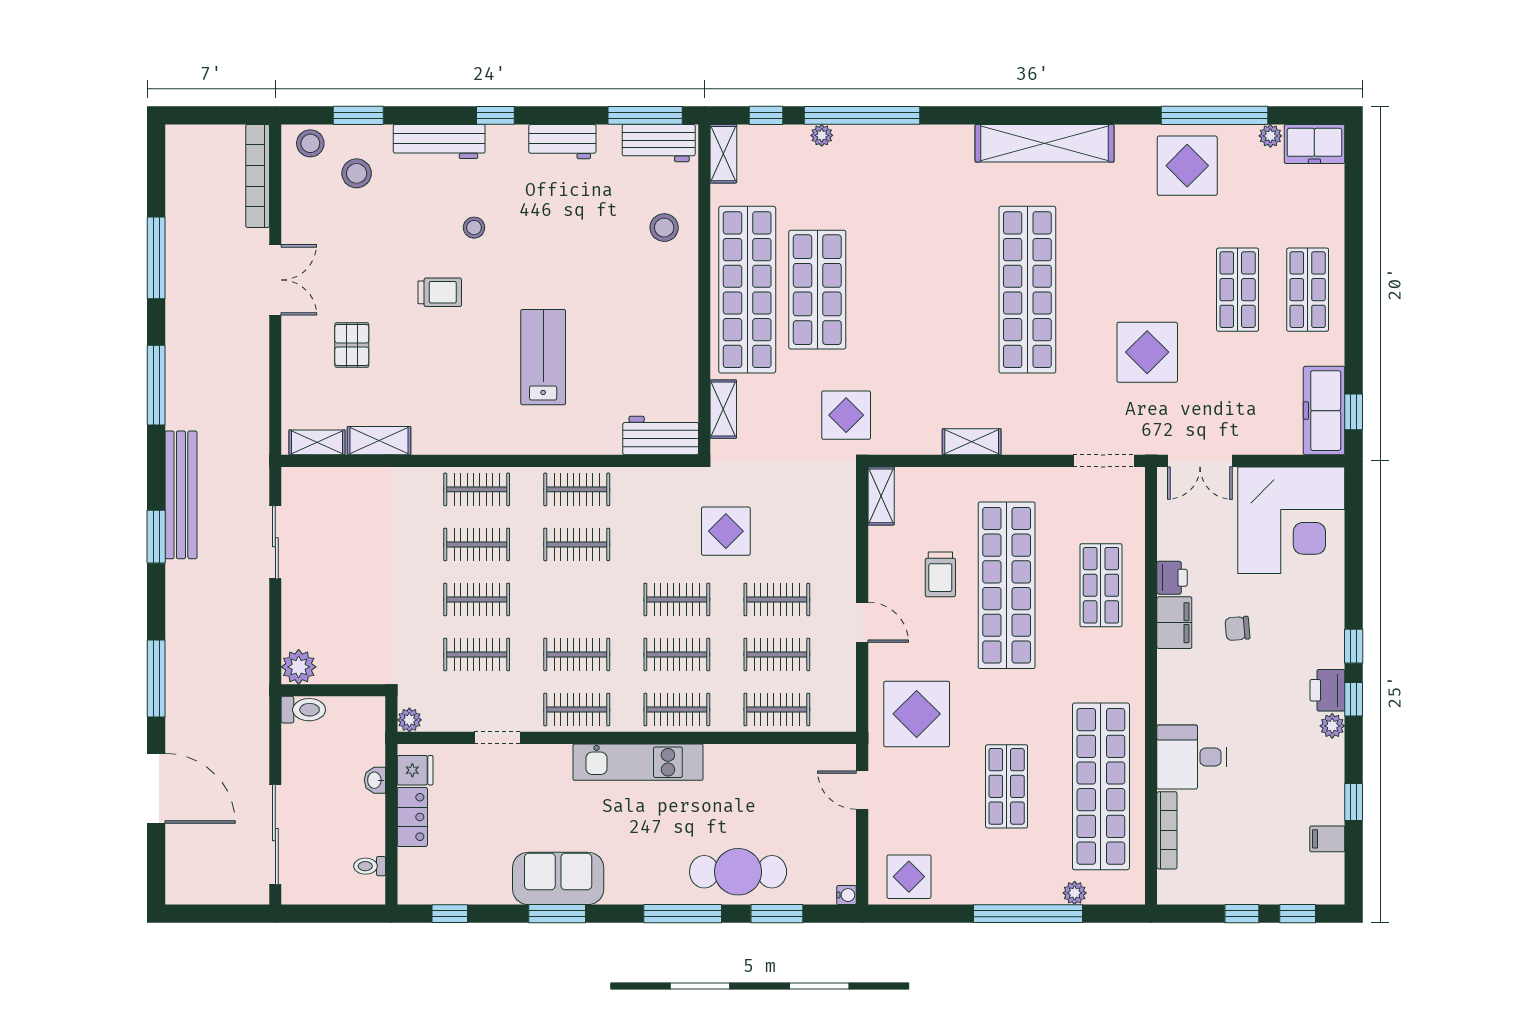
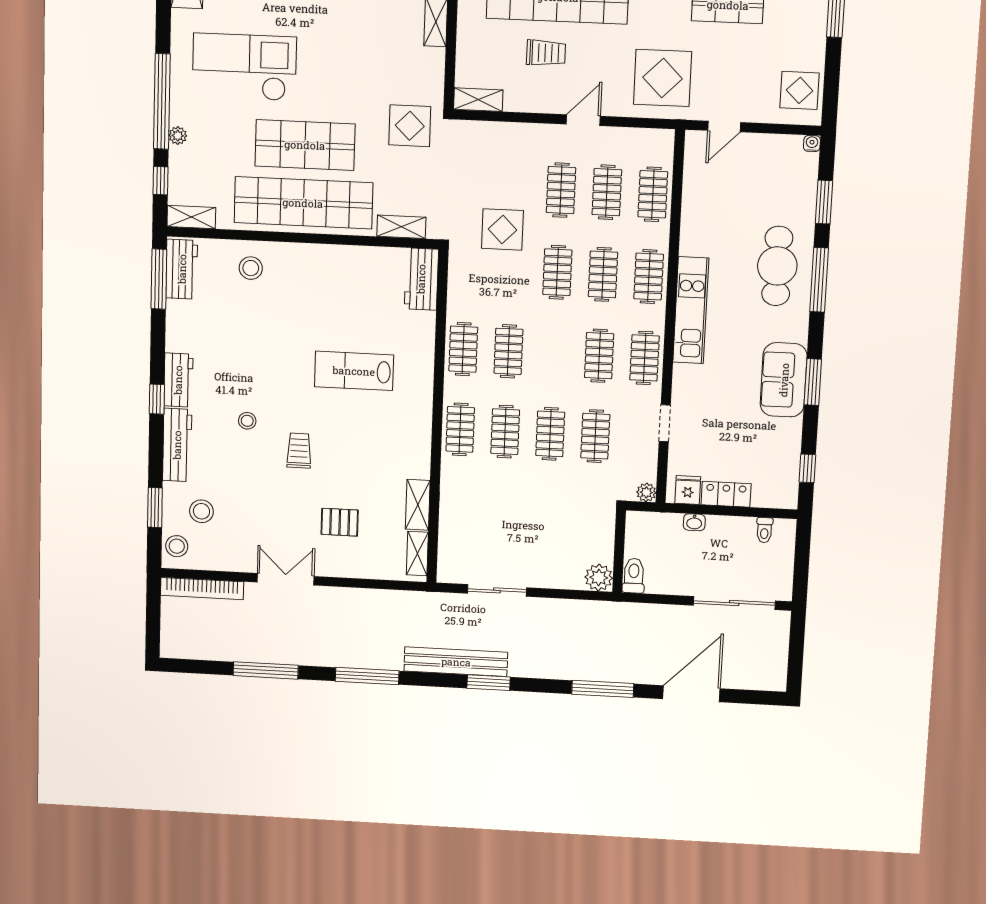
workbench: (562, 142) -> (178, 380), moved
checkout: (908, 214) -> (244, 67), added
cafe table: (738, 872) -> (777, 266), moved

